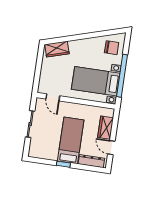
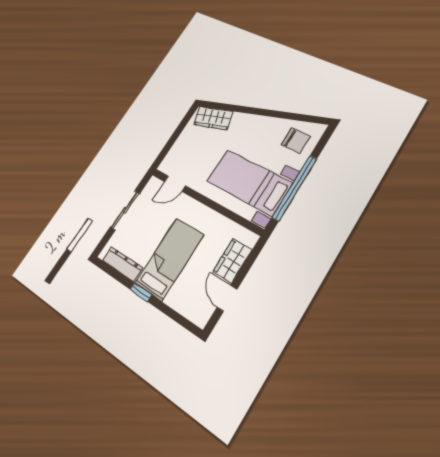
door: (53, 97) -> (175, 184), hinge flipped
dresser: (91, 161) -> (122, 264), moved

